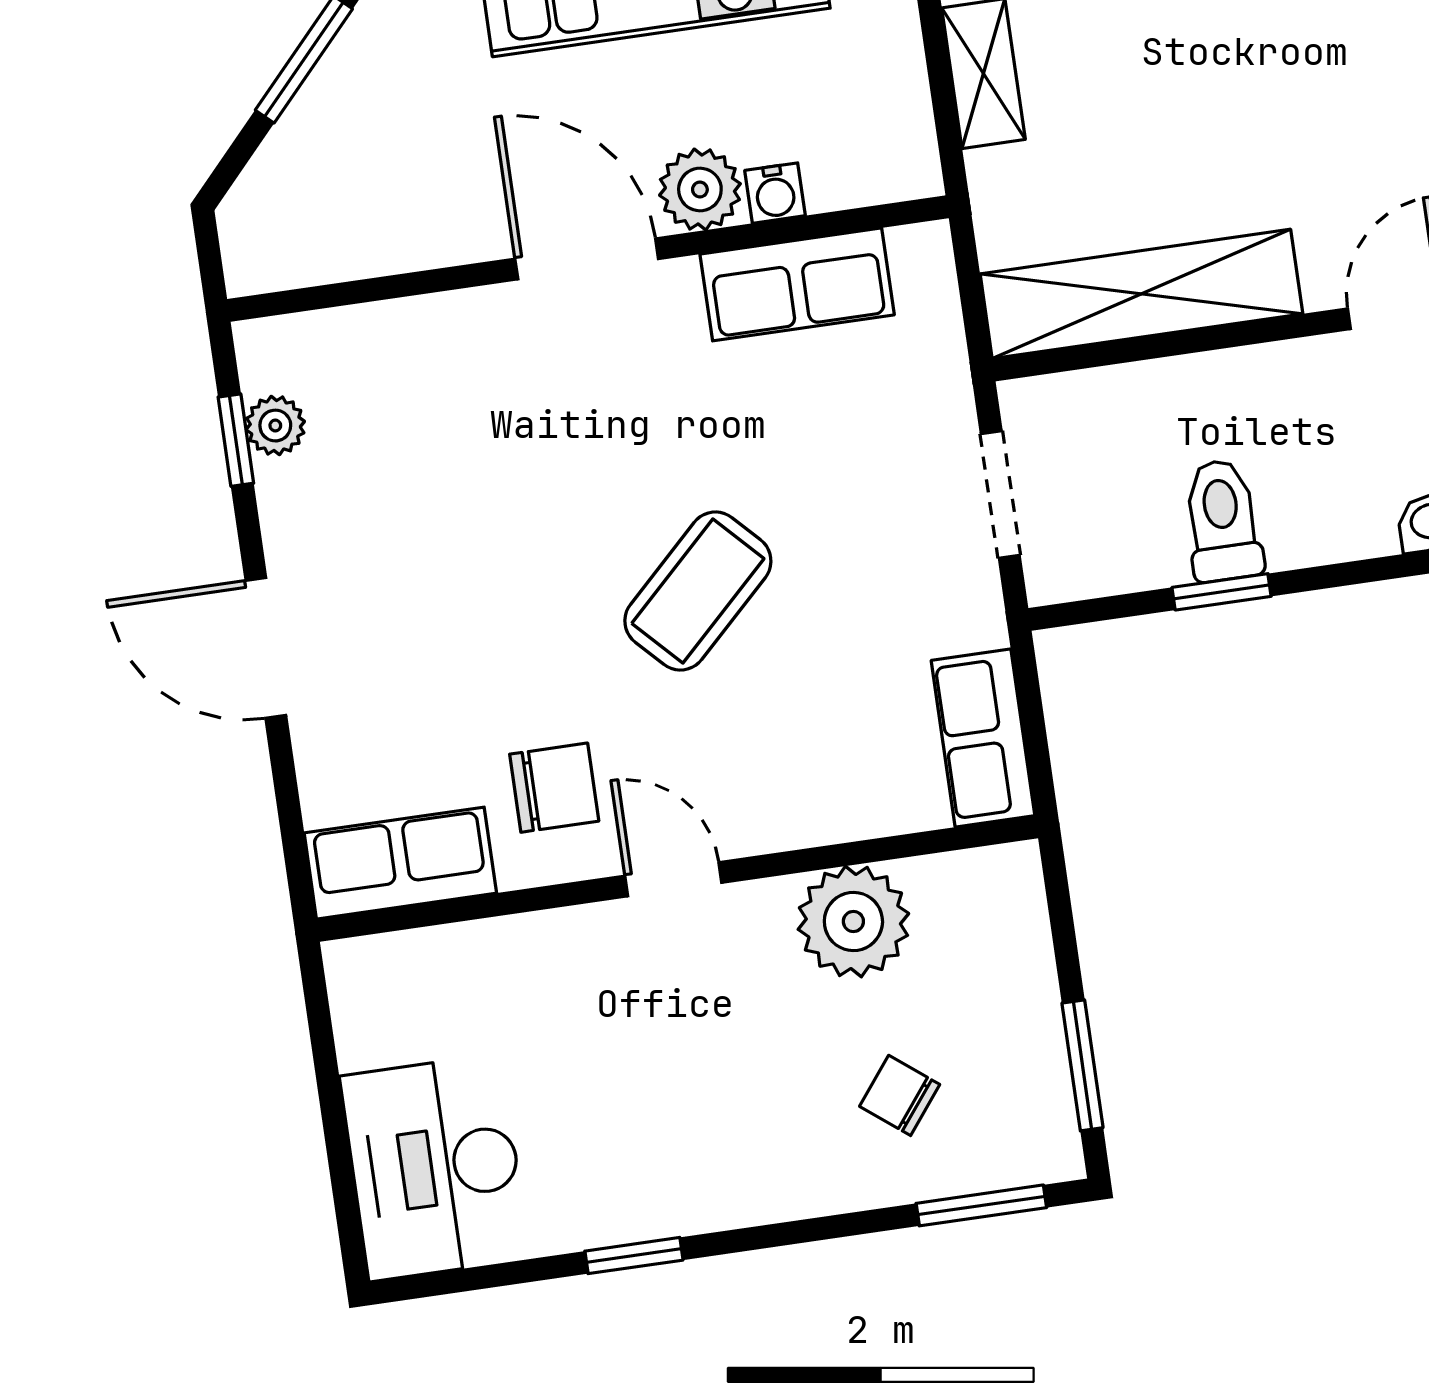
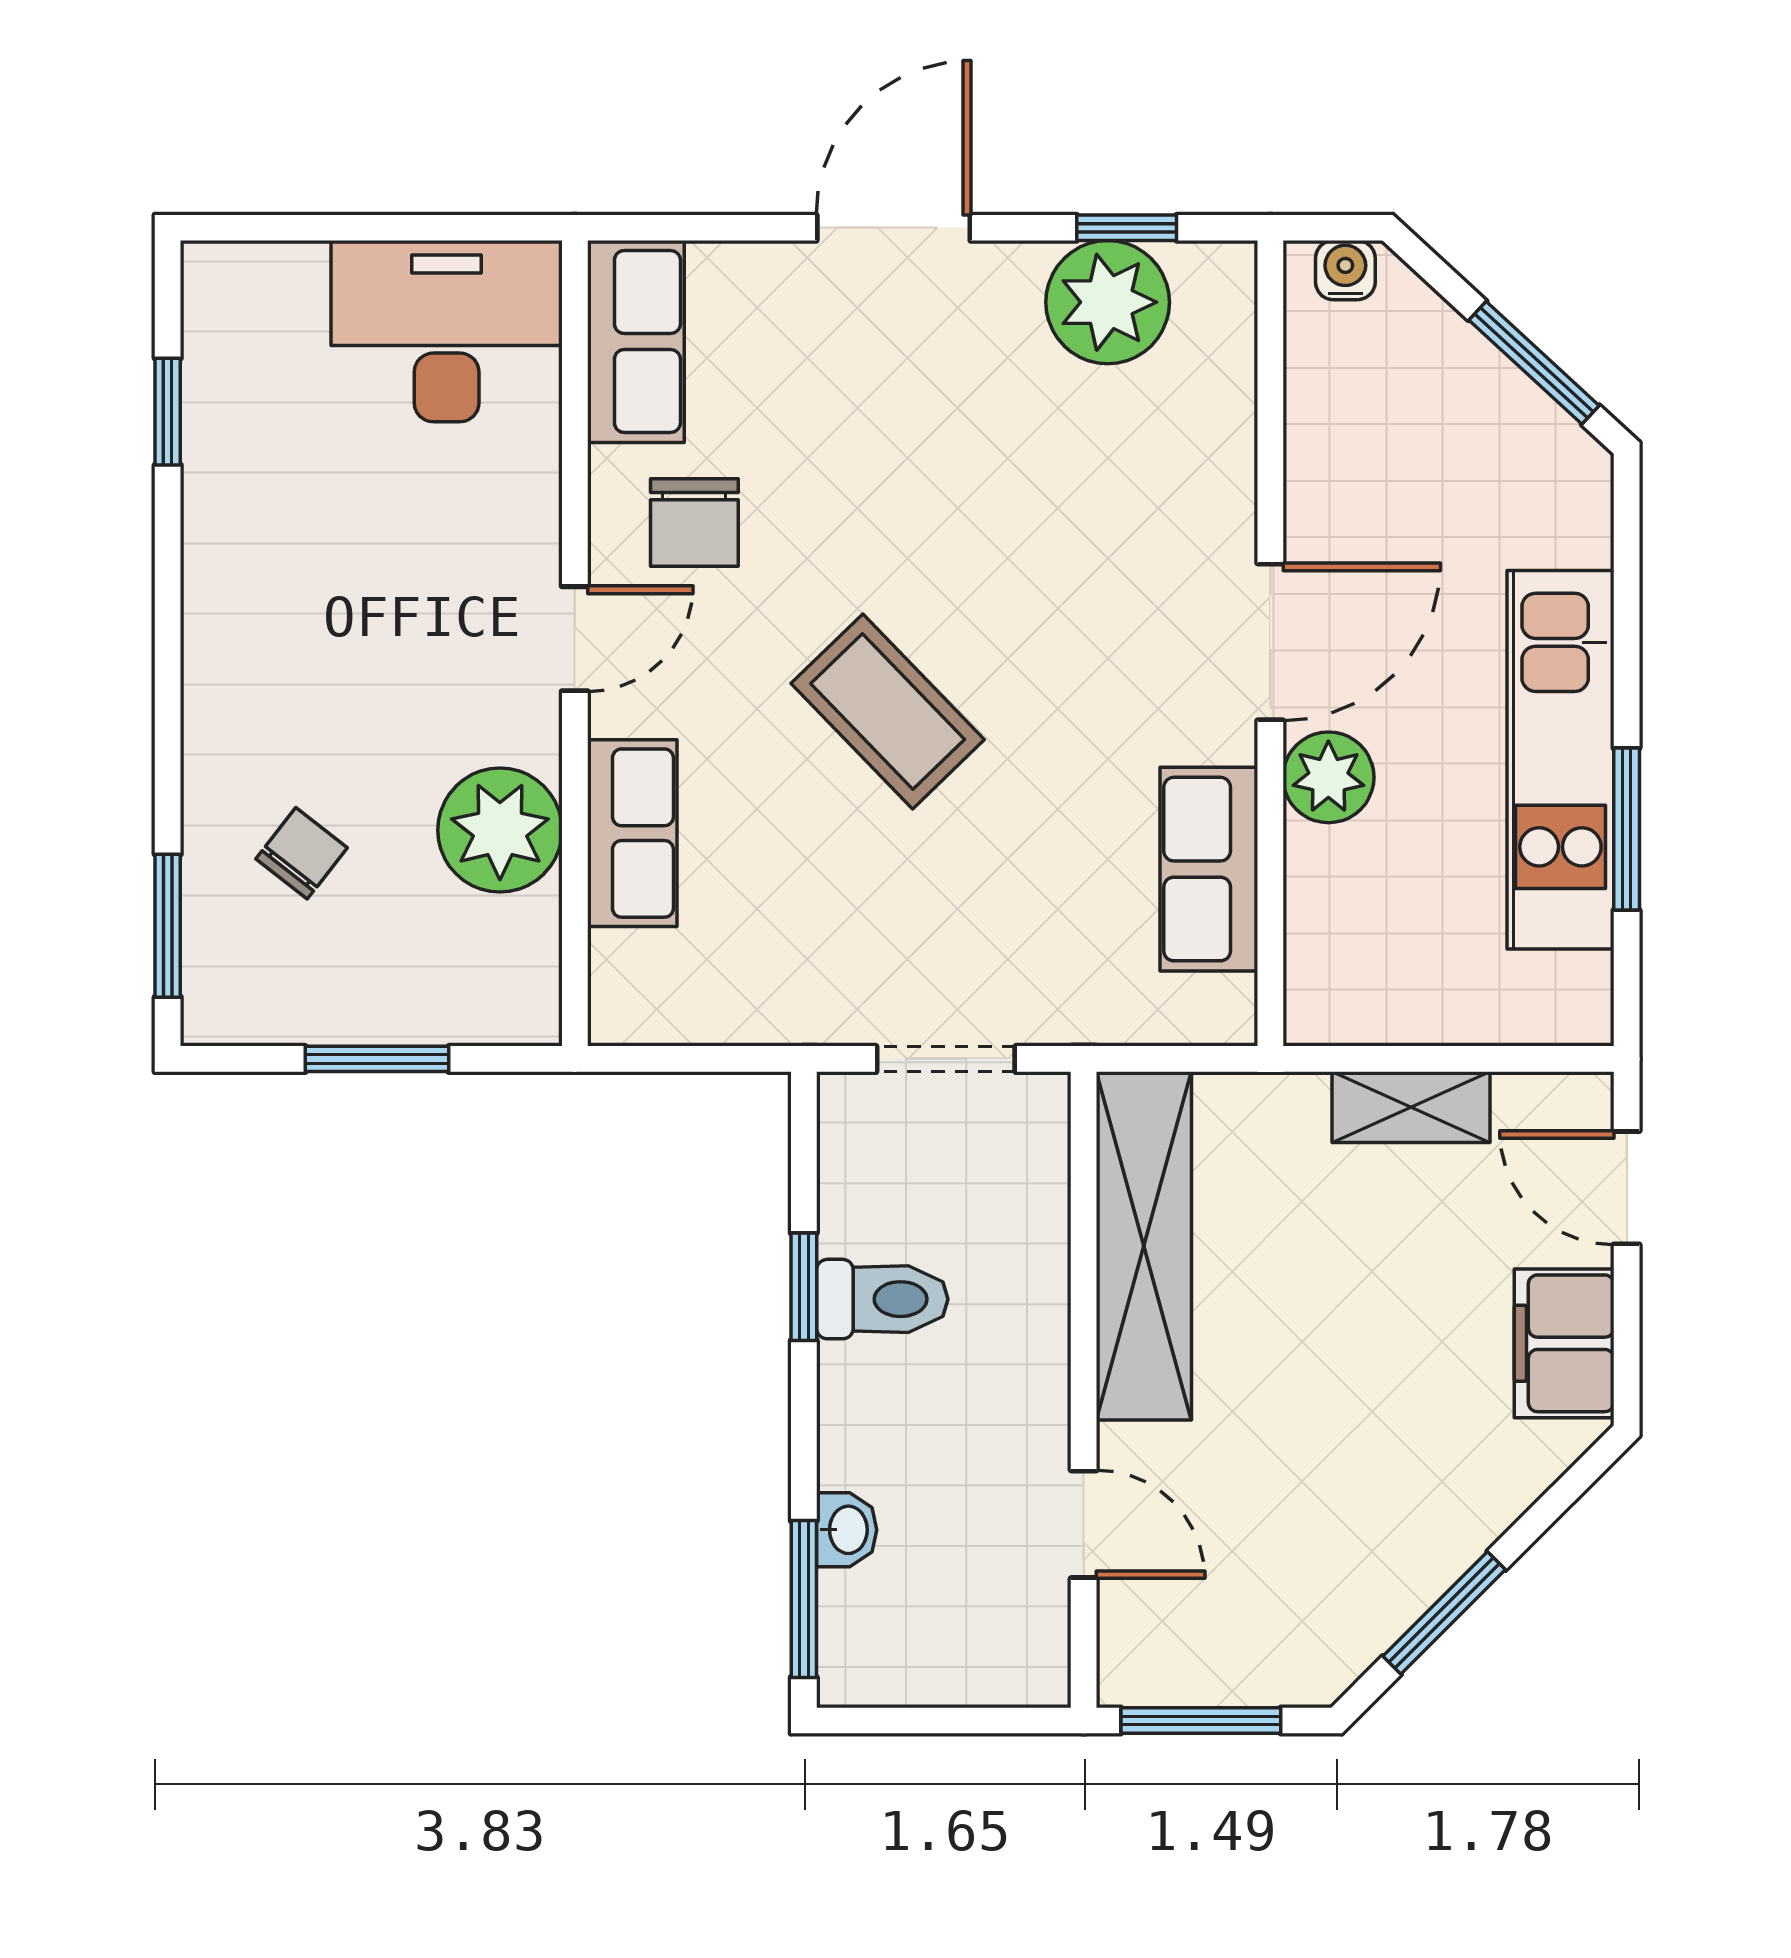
water cooler: (775, 193) -> (1345, 270), moved, turned 90
plant: (275, 426) -> (1108, 302), width x1.88, depth x1.88
row of seats: (983, 738) -> (632, 833), moved, turned 90
window: (1082, 1065) -> (377, 1059), moved
desk: (435, 1168) -> (447, 331), moved
window: (634, 1256) -> (168, 412), moved

